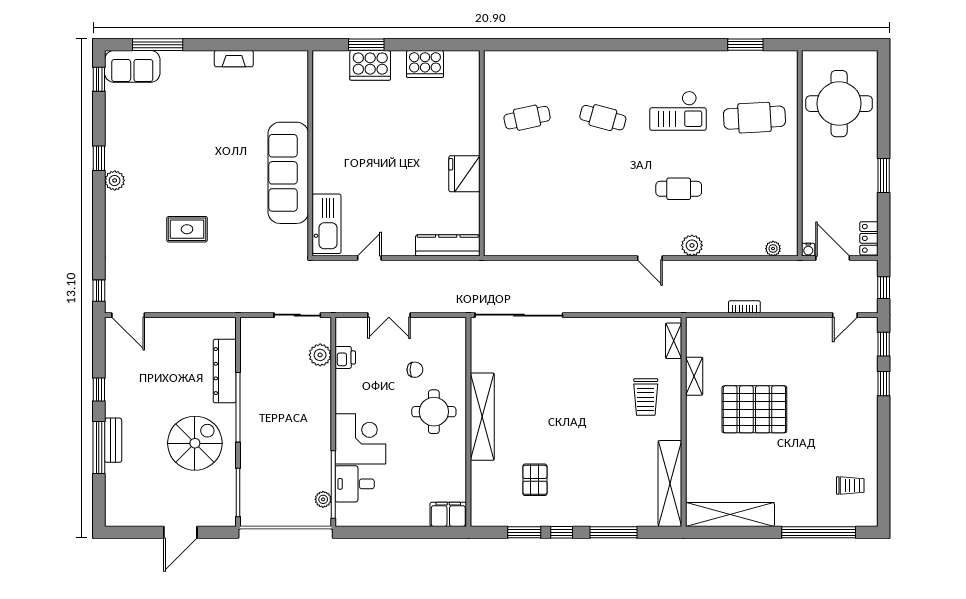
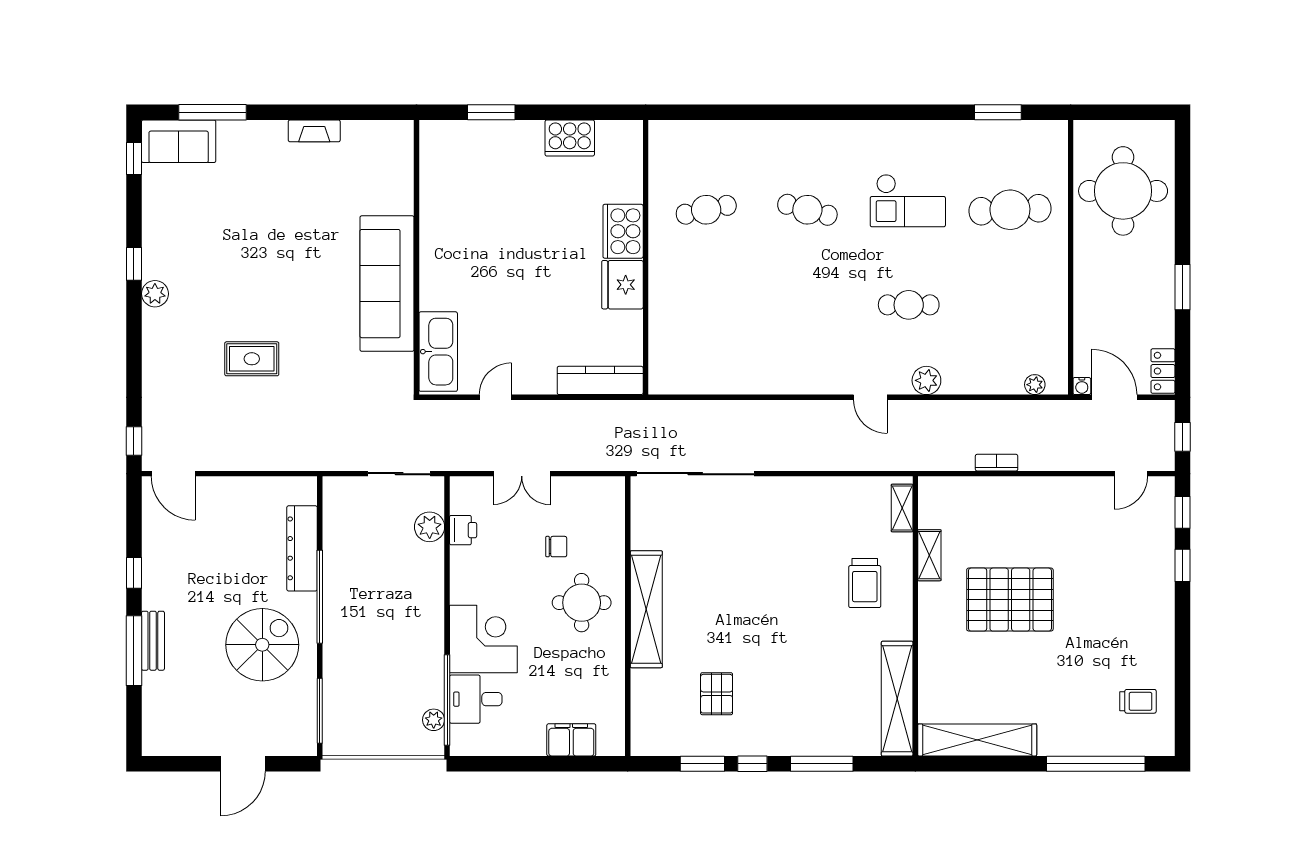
cooker: (370, 65) -> (623, 231), moved, turned 90
filing cabinet: (448, 514) -> (571, 740), moved

